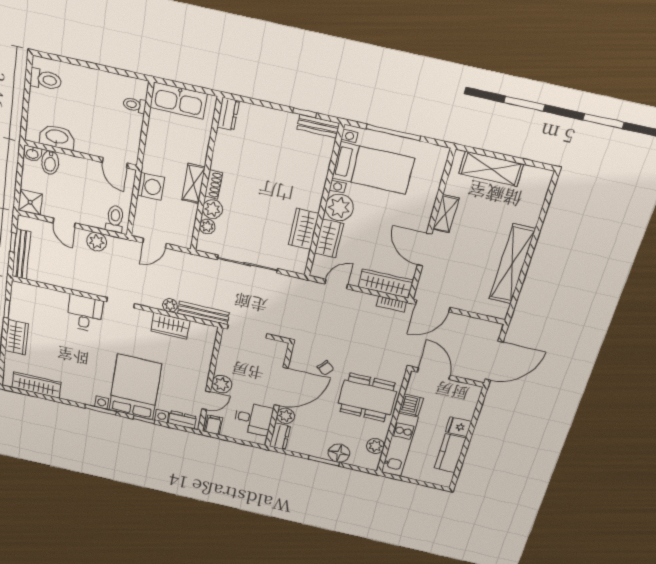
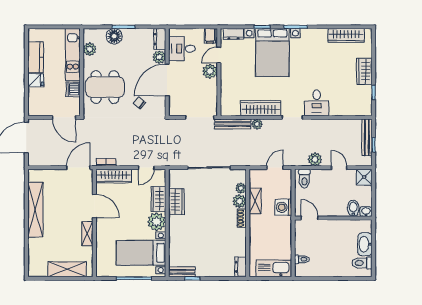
washbasin: (57, 137) -> (365, 244), moved, turned 90
shelving: (194, 183) -> (255, 201), moved
wardrobe: (170, 326) -> (261, 108), width x1.50

